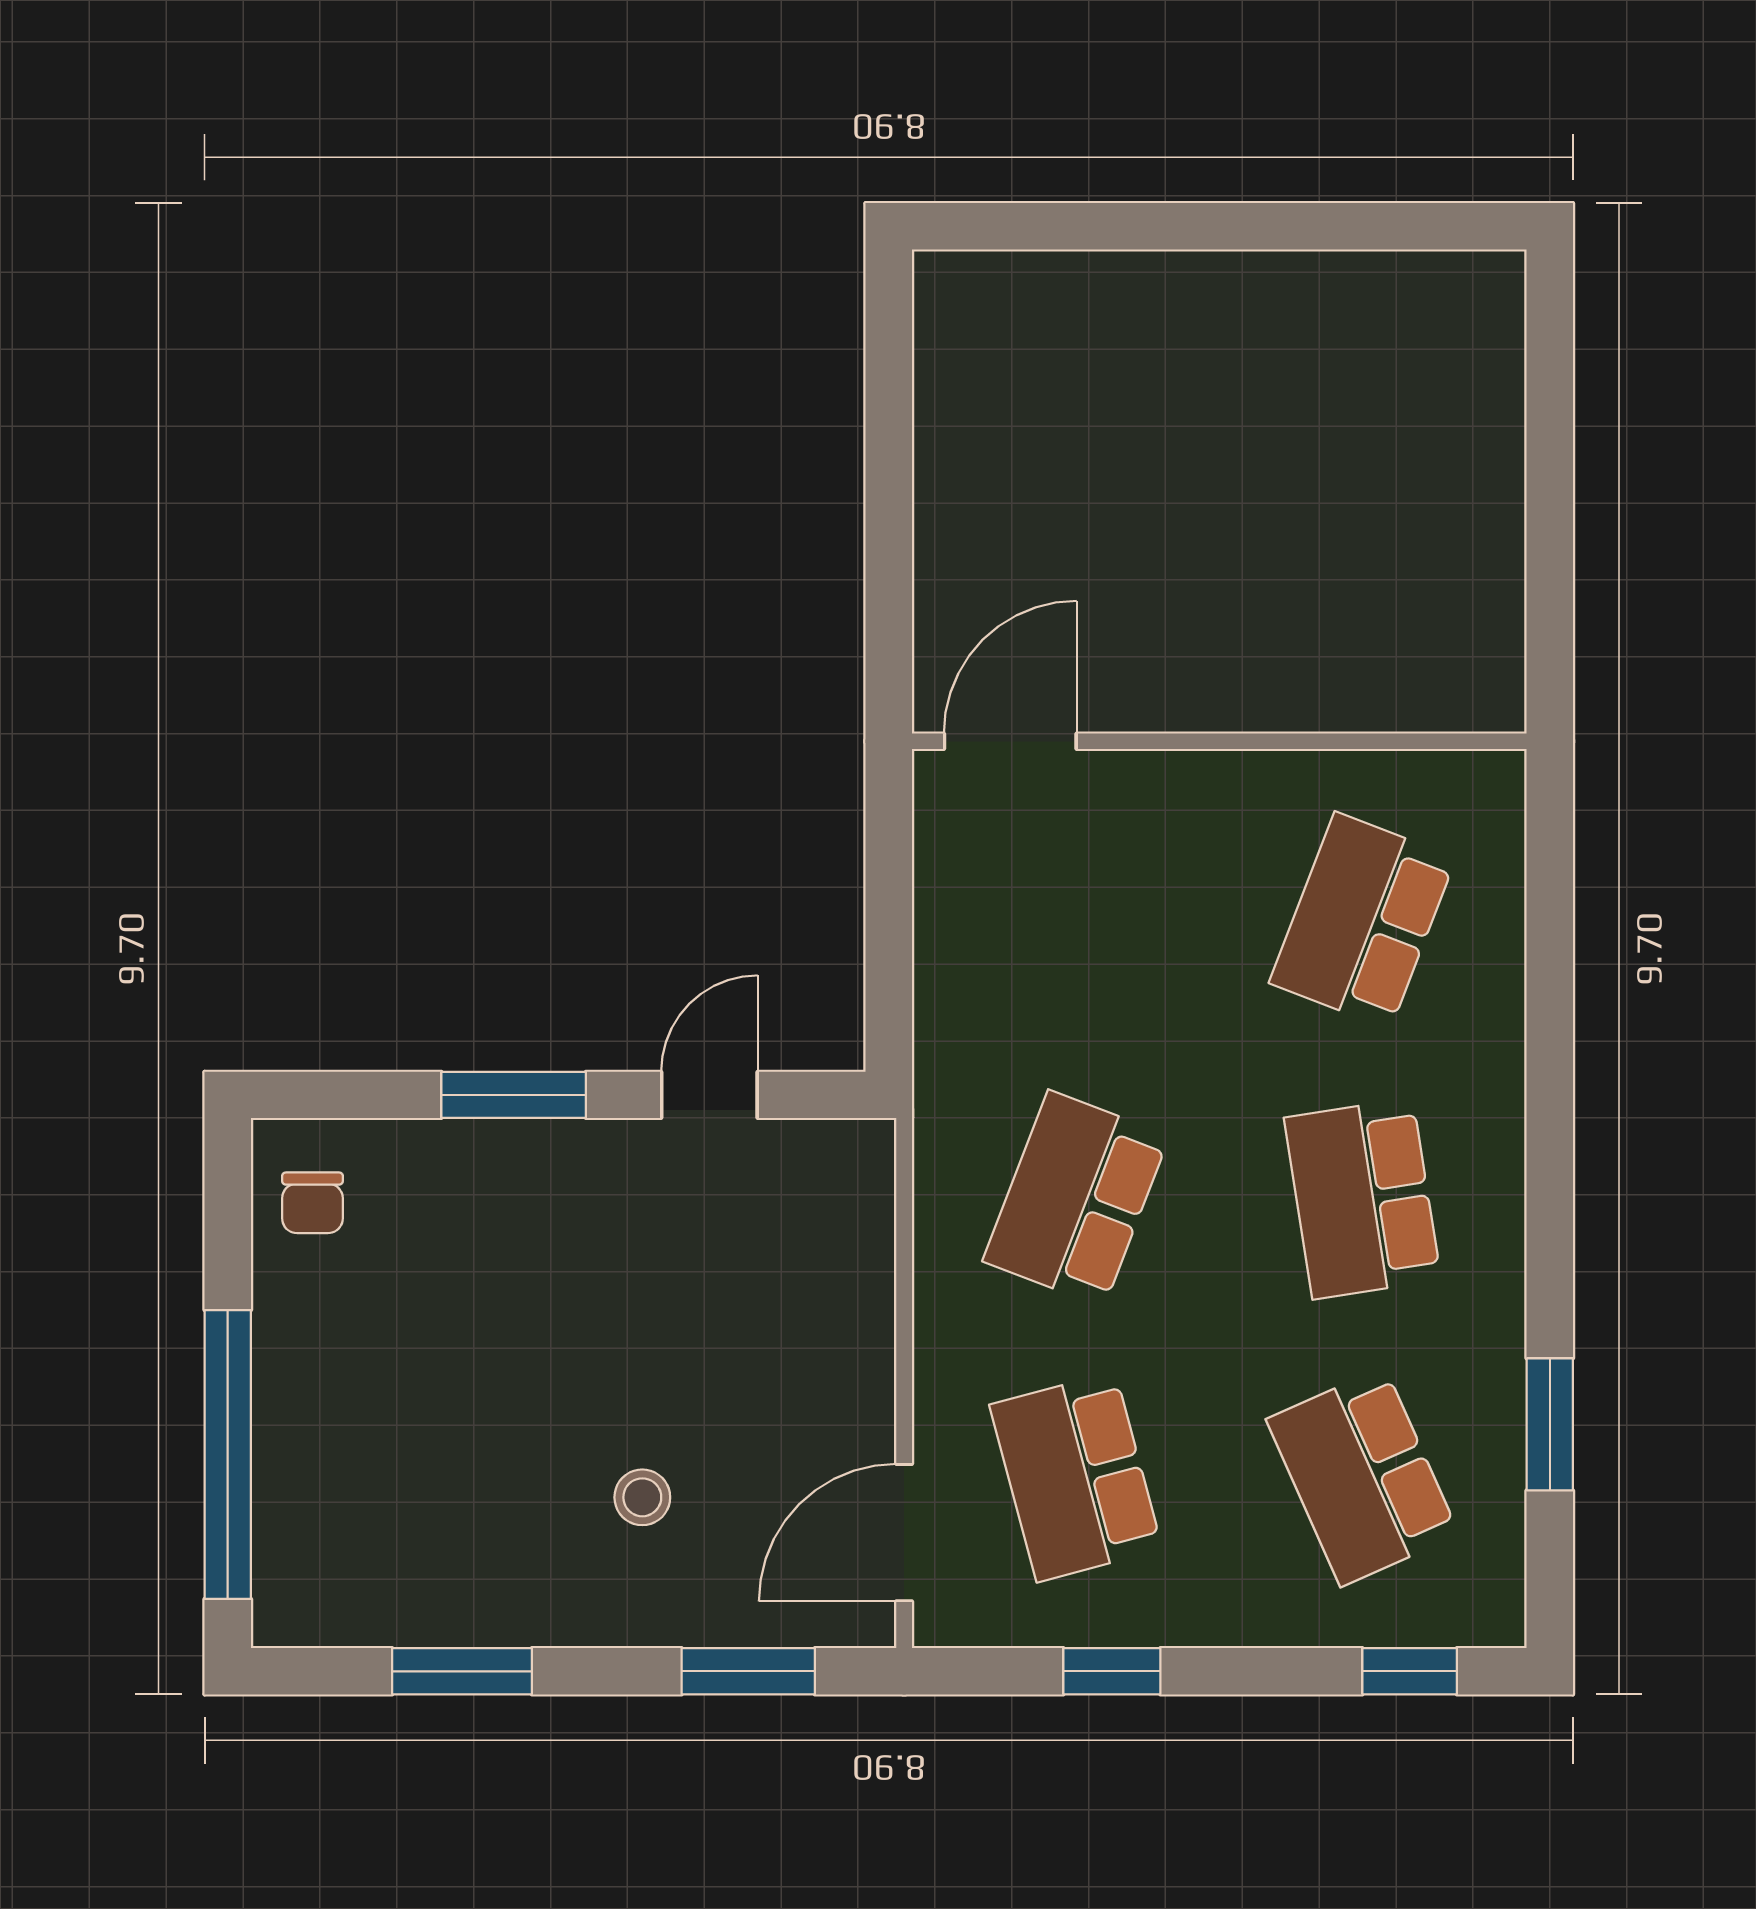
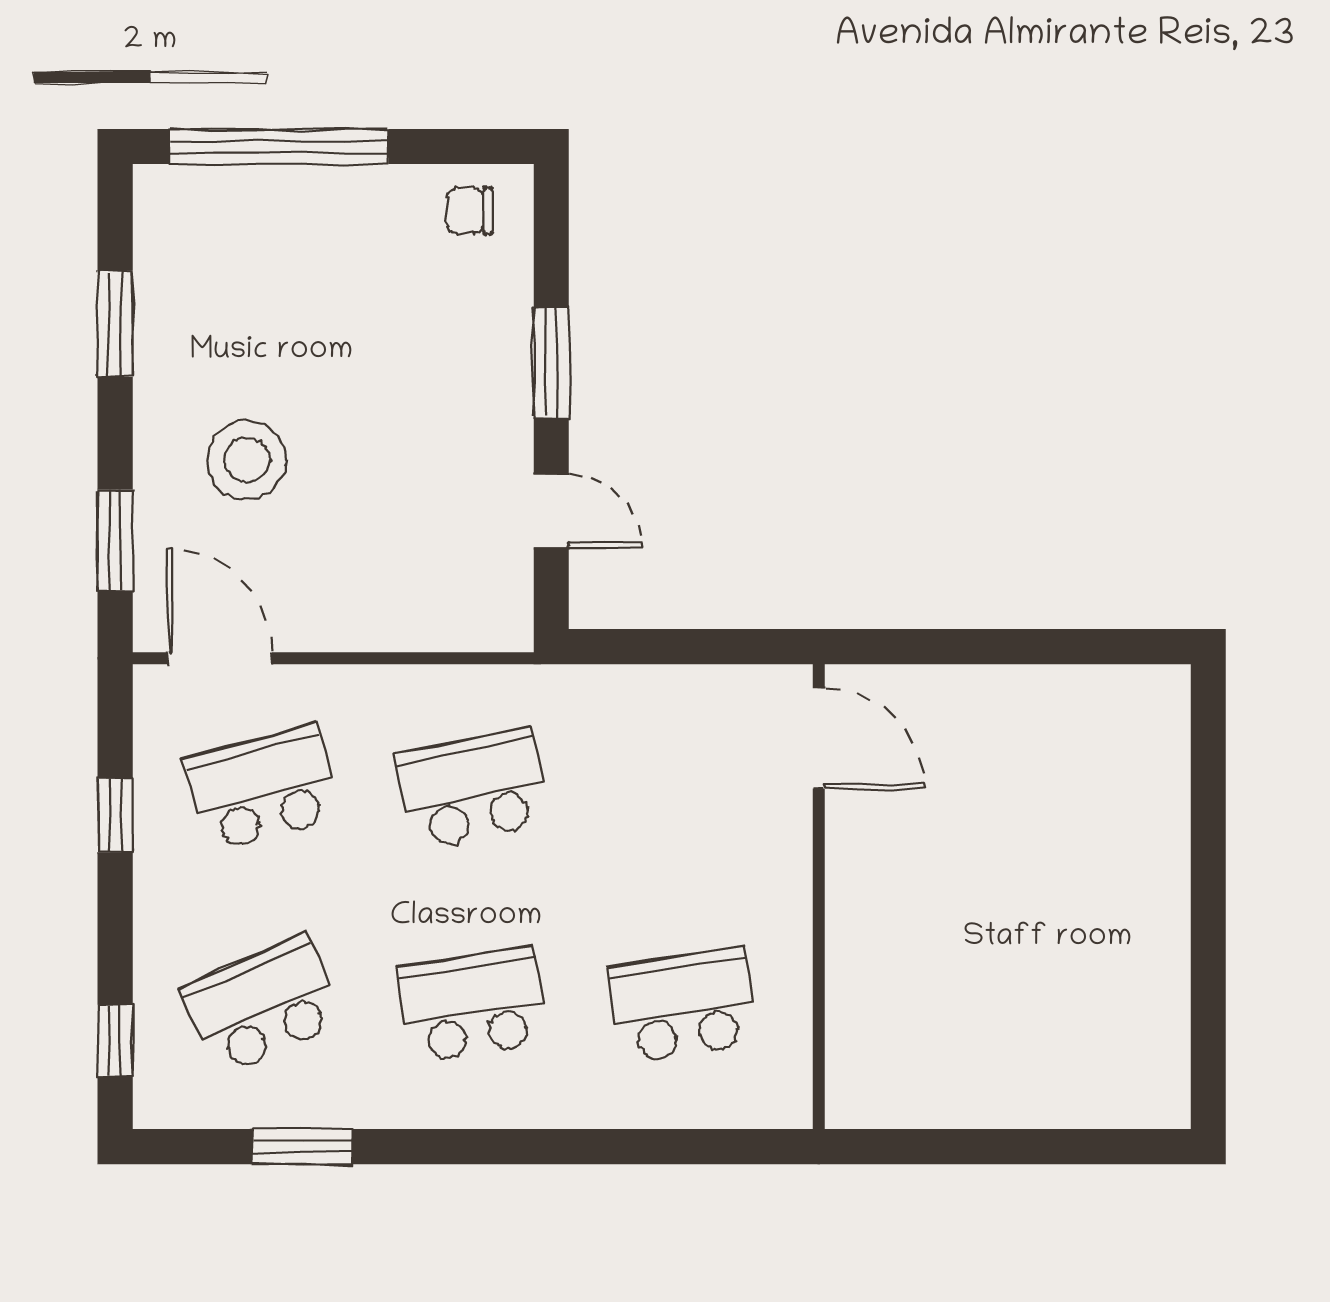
school desk: (1363, 920) -> (683, 1005), turned -30
school desk: (1076, 1199) -> (473, 788), turned -33
stool: (642, 1497) -> (247, 460), width x1.89, depth x1.89

